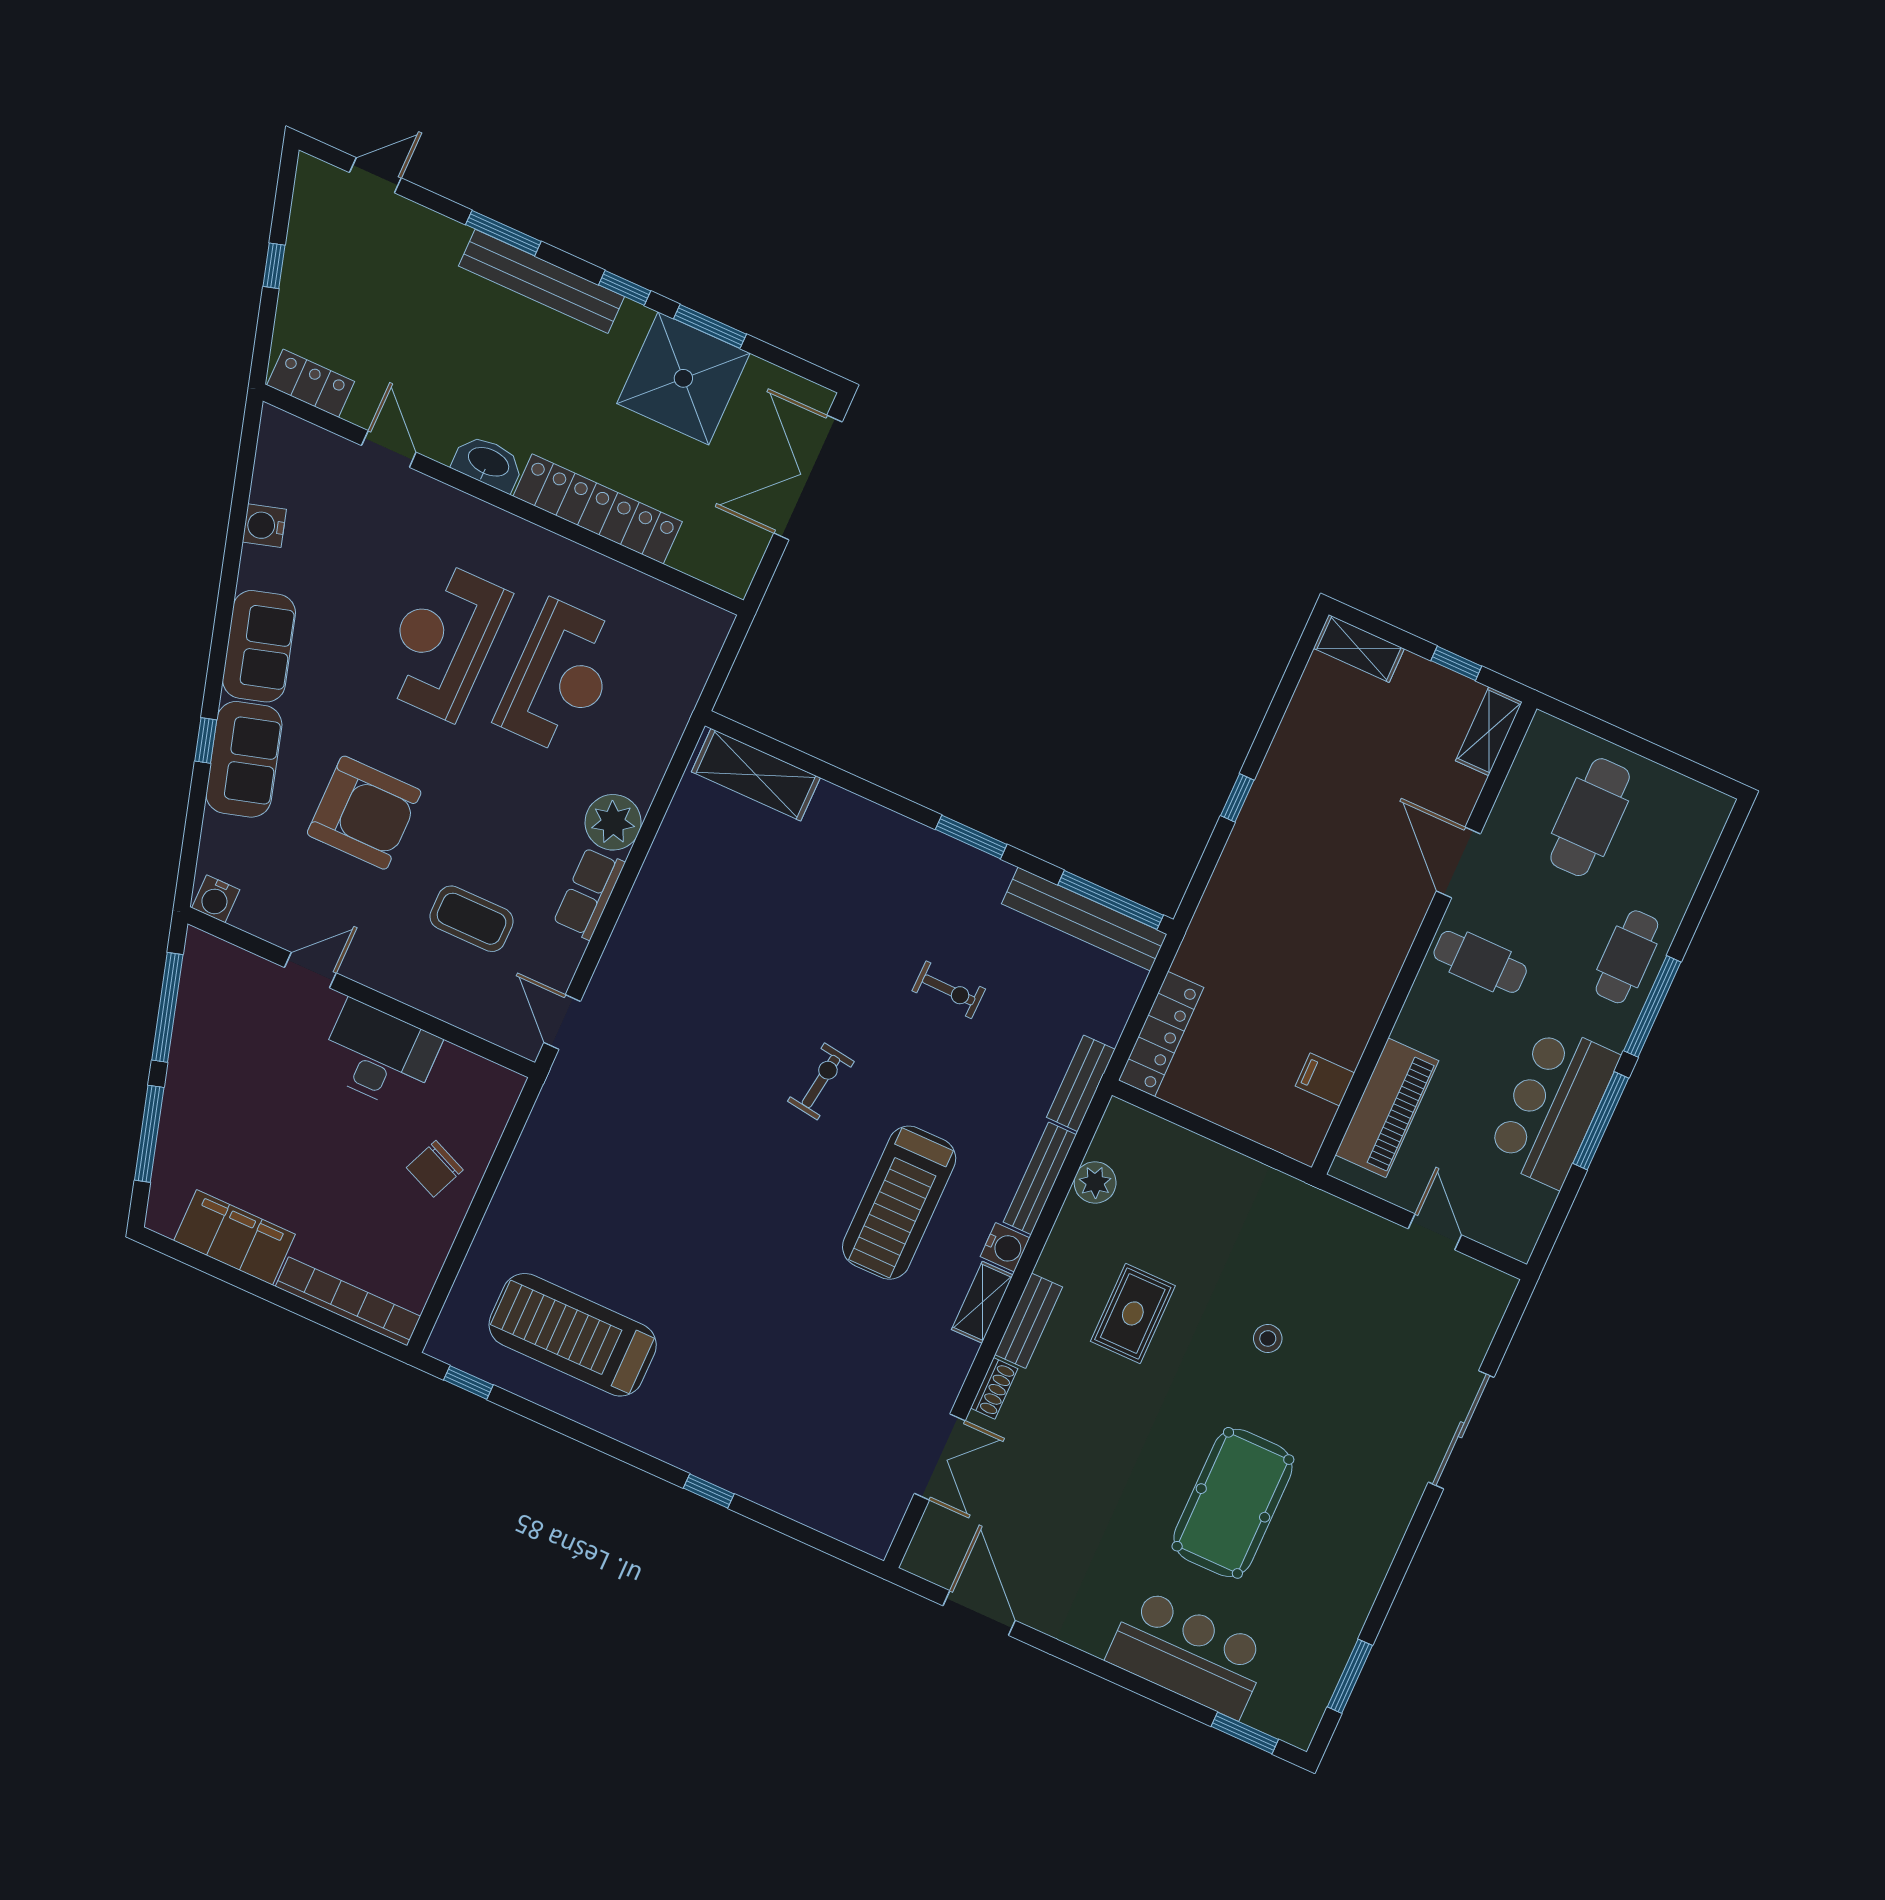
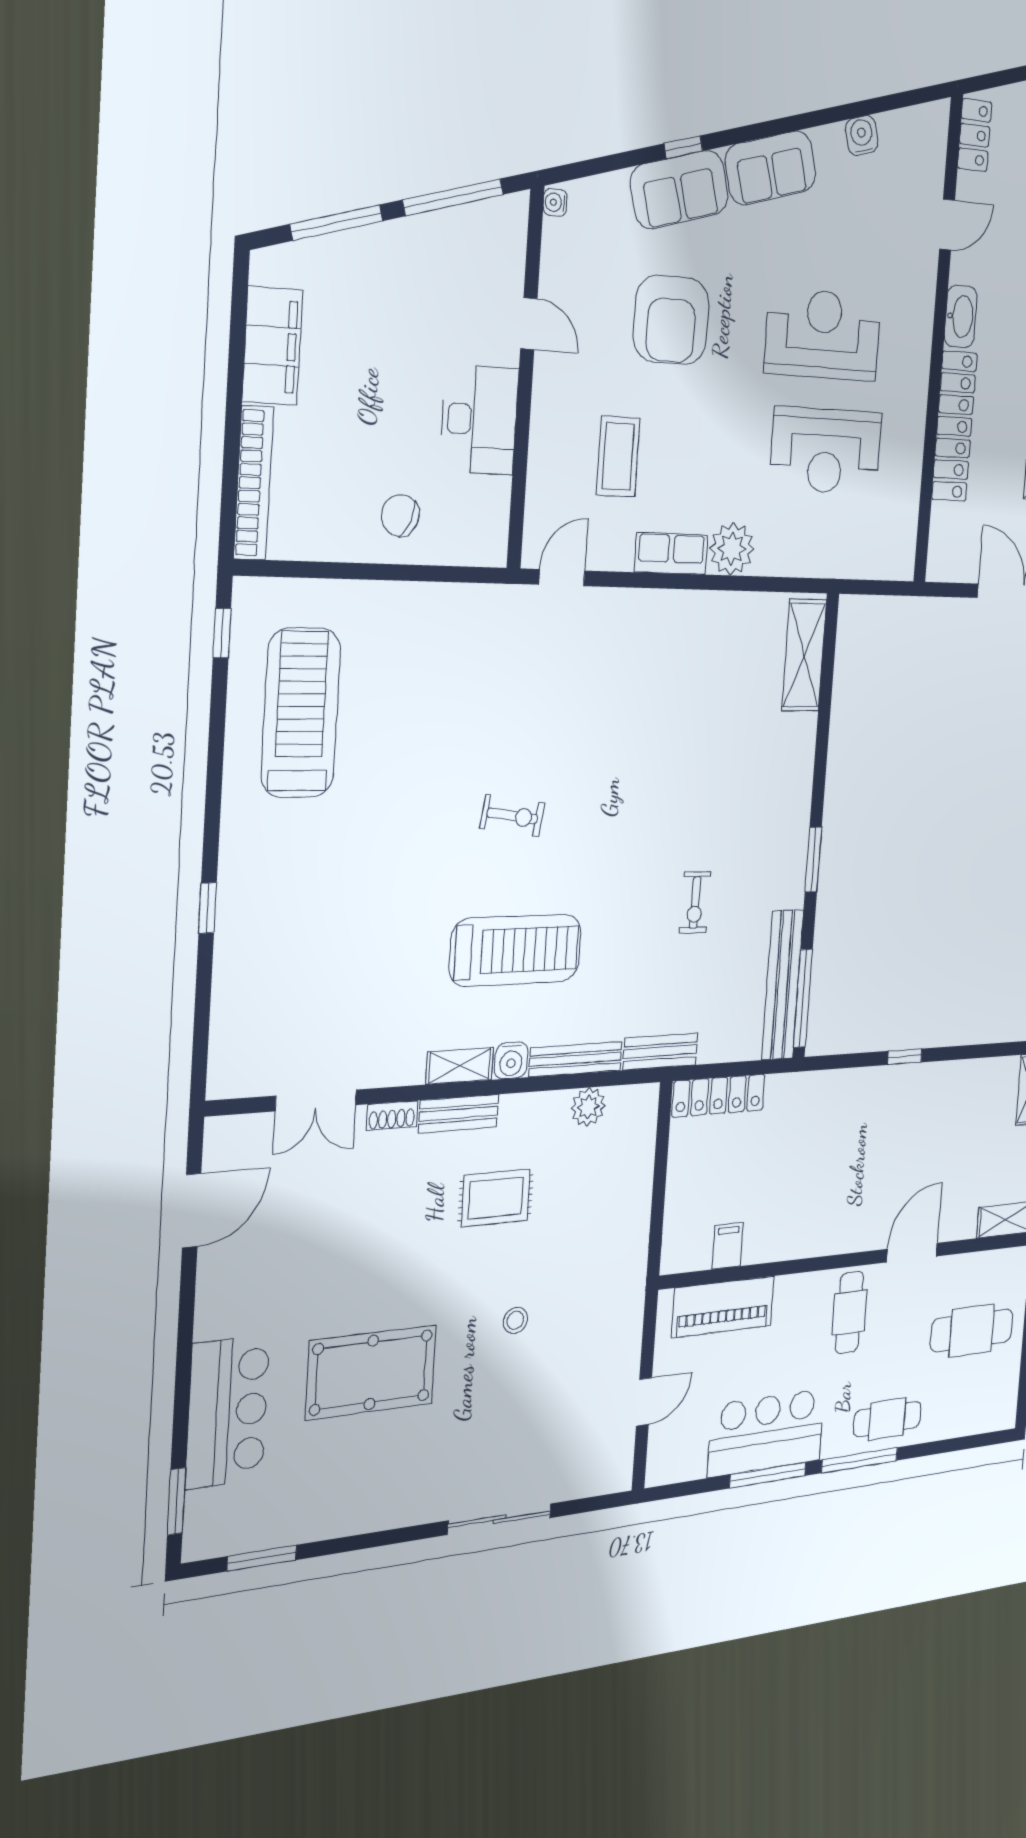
water cooler: (216, 899) -> (555, 202), width x0.72, depth x0.72
exercise bike: (821, 1081) -> (512, 816), moved
treadmill: (899, 1203) -> (516, 950), turned 180

